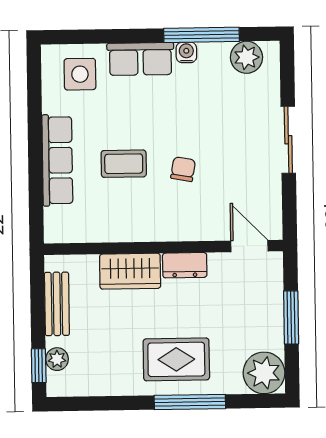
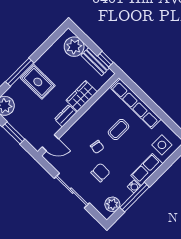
chair: (217, 125) -> (100, 173), added
sliding door: (288, 140) -> (72, 191), width x1.37
row of seats: (57, 160) -> (136, 104), width x1.36
plant: (57, 359) -> (74, 47), width x1.87, depth x1.87
rug: (176, 359) -> (38, 82), turned 90
window: (39, 366) -> (105, 59), moved

